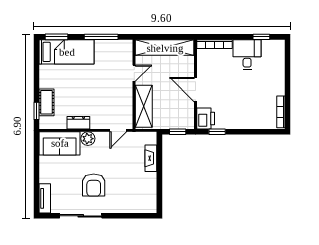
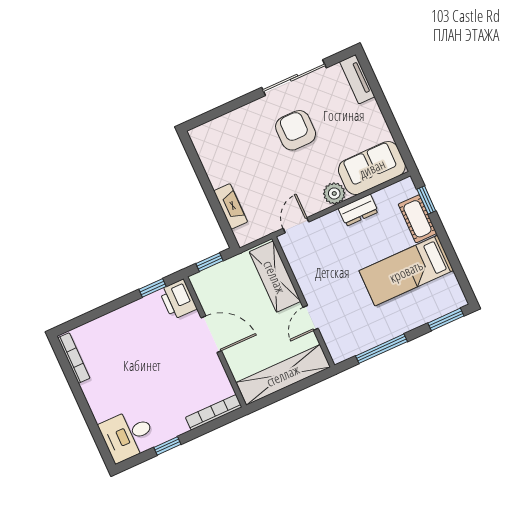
window: (261, 37) -> (167, 446), moved
bed: (67, 52) -> (406, 271), moved
desk: (247, 55) -> (128, 435), moved, turned 90

